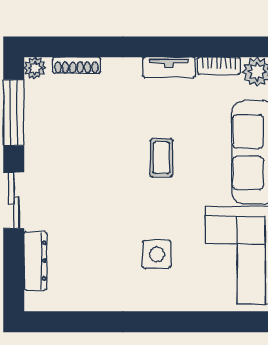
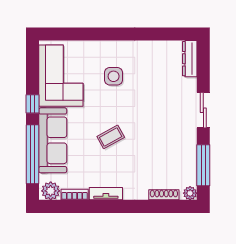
coffee table: (161, 158) -> (111, 137), turned 61
dresser: (35, 261) -> (190, 59), moved

